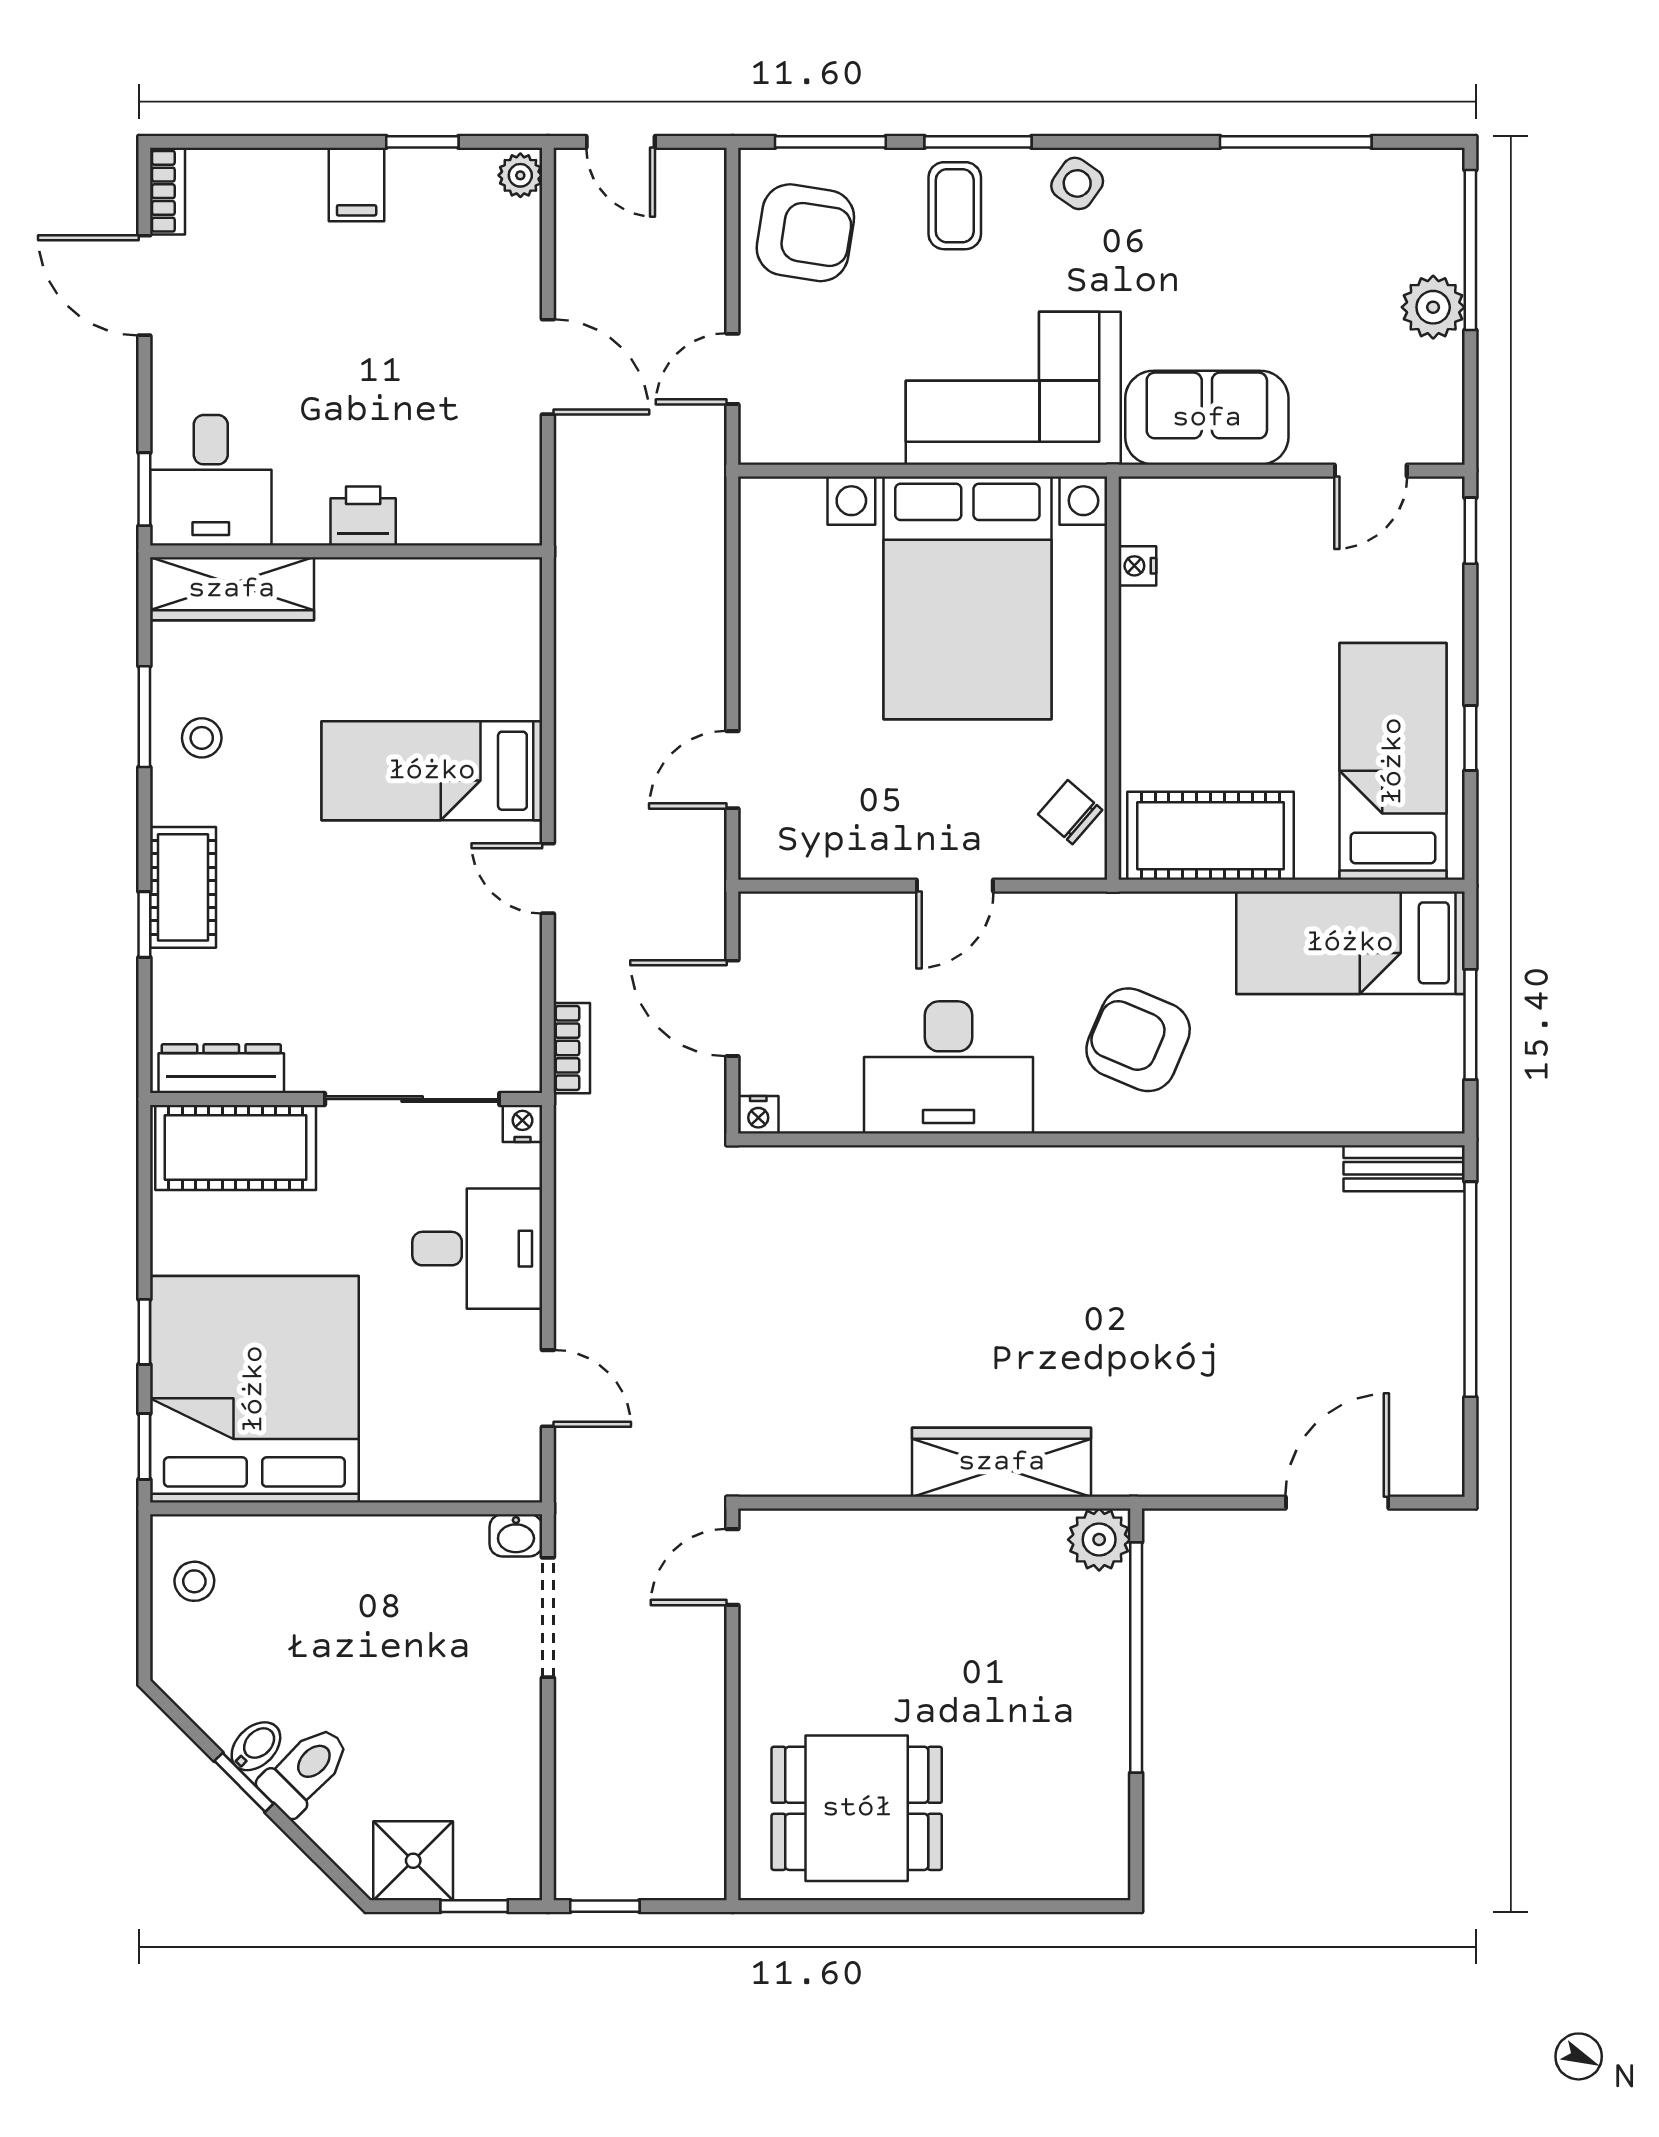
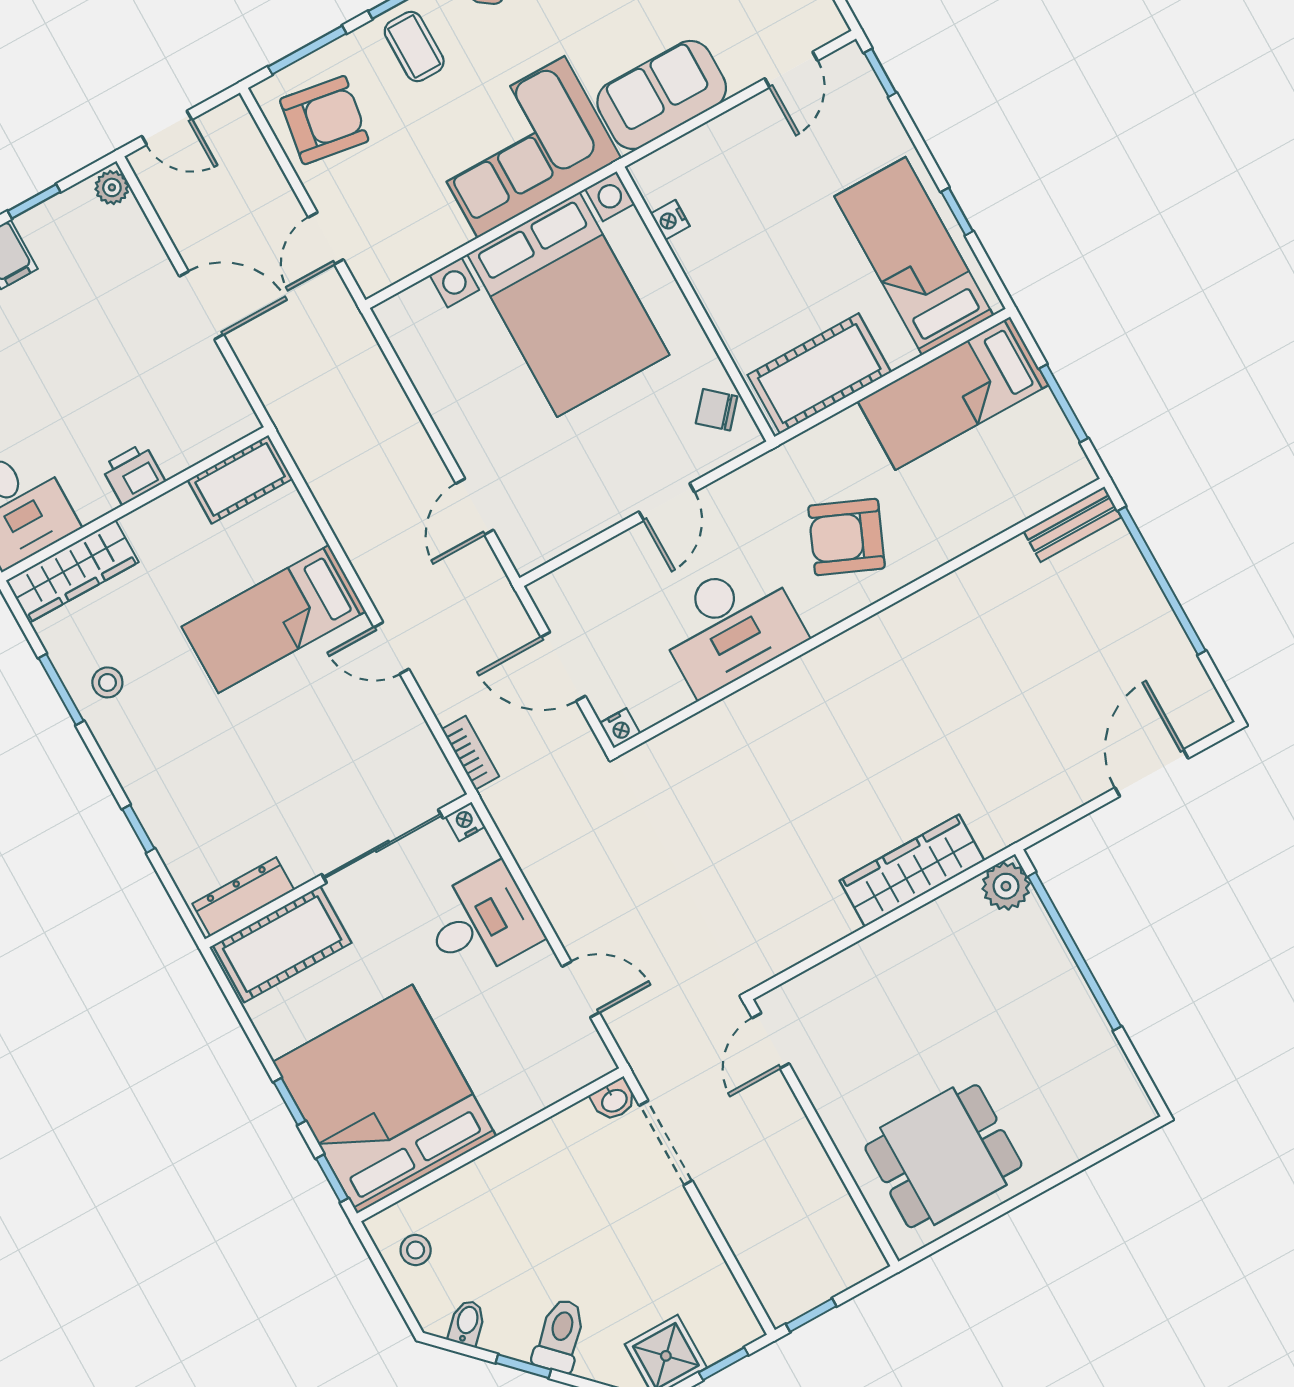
cot: (183, 887) -> (240, 479), moved, turned 90
bidet: (256, 1746) -> (467, 1323), moved

